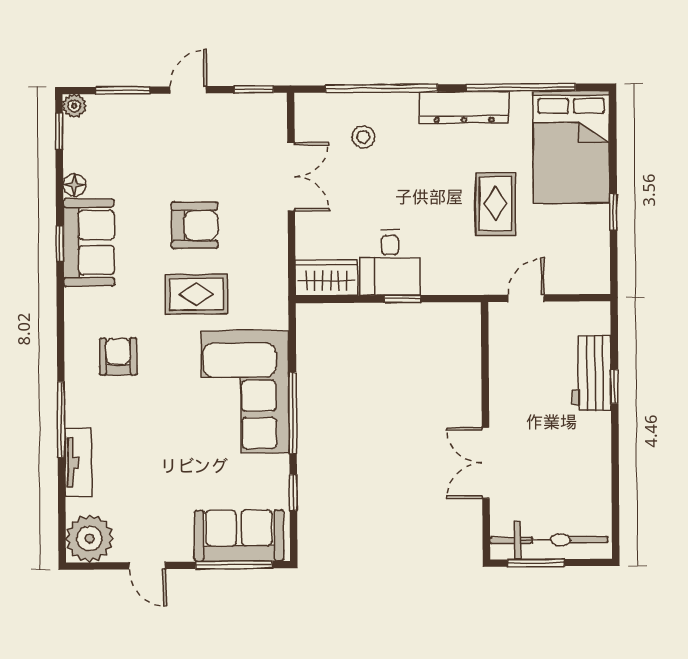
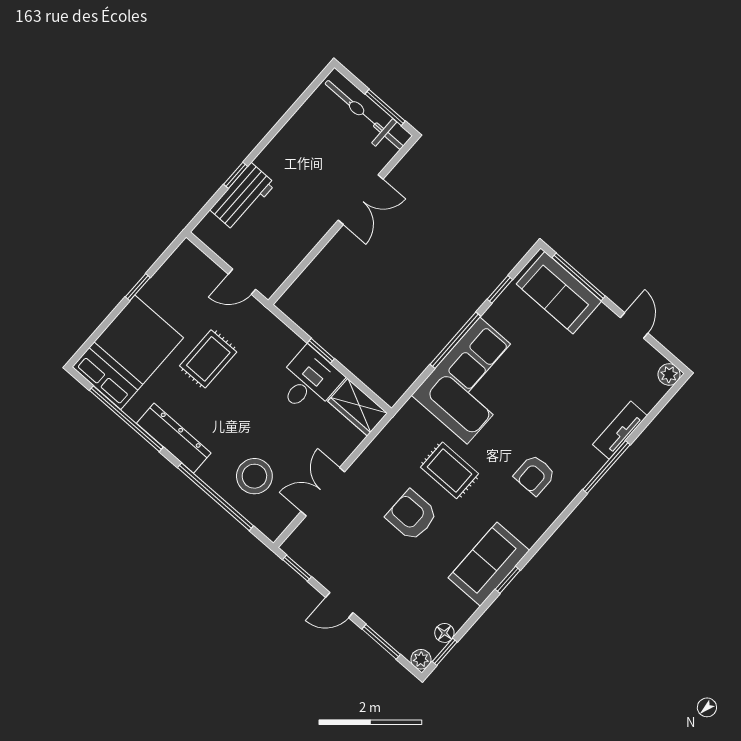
stool: (363, 137) -> (254, 476), width x1.89, depth x1.89
floor lamp: (74, 185) -> (444, 633), moved
plant: (89, 538) -> (669, 374), width x0.53, depth x0.53

